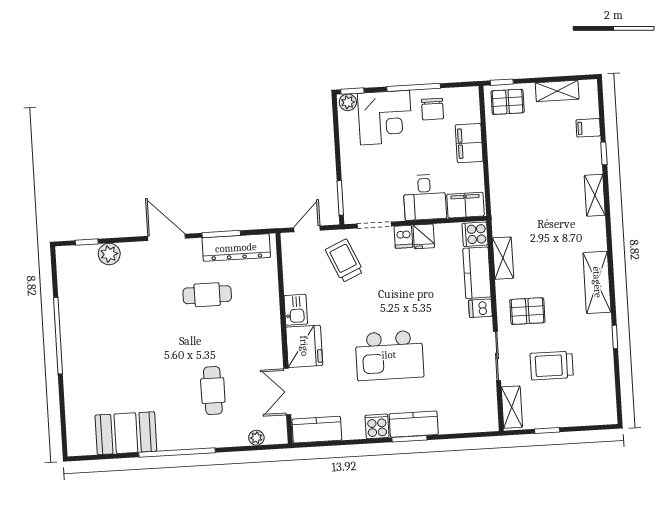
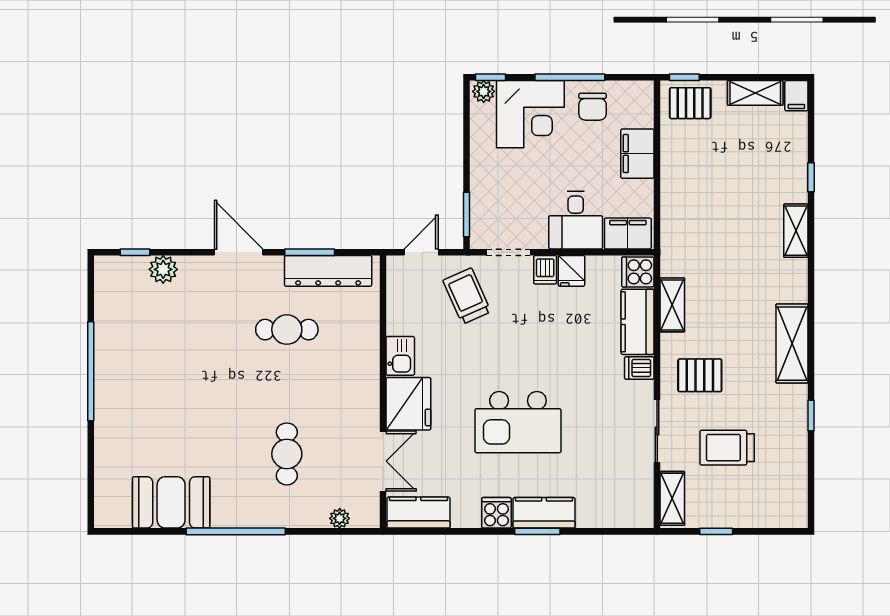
filing cabinet: (588, 128) -> (796, 96), moved, turned -90
double door: (287, 392) -> (383, 461), swing flipped

